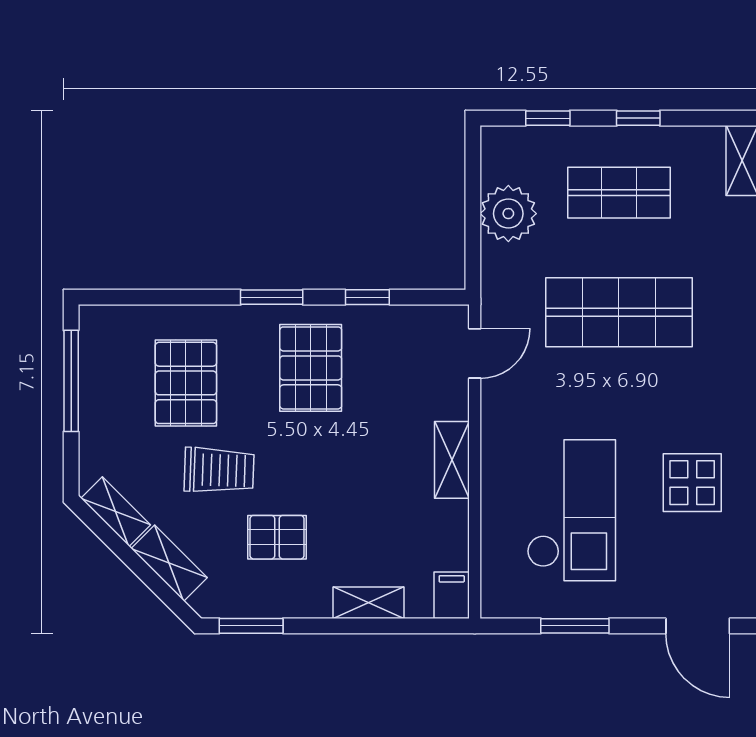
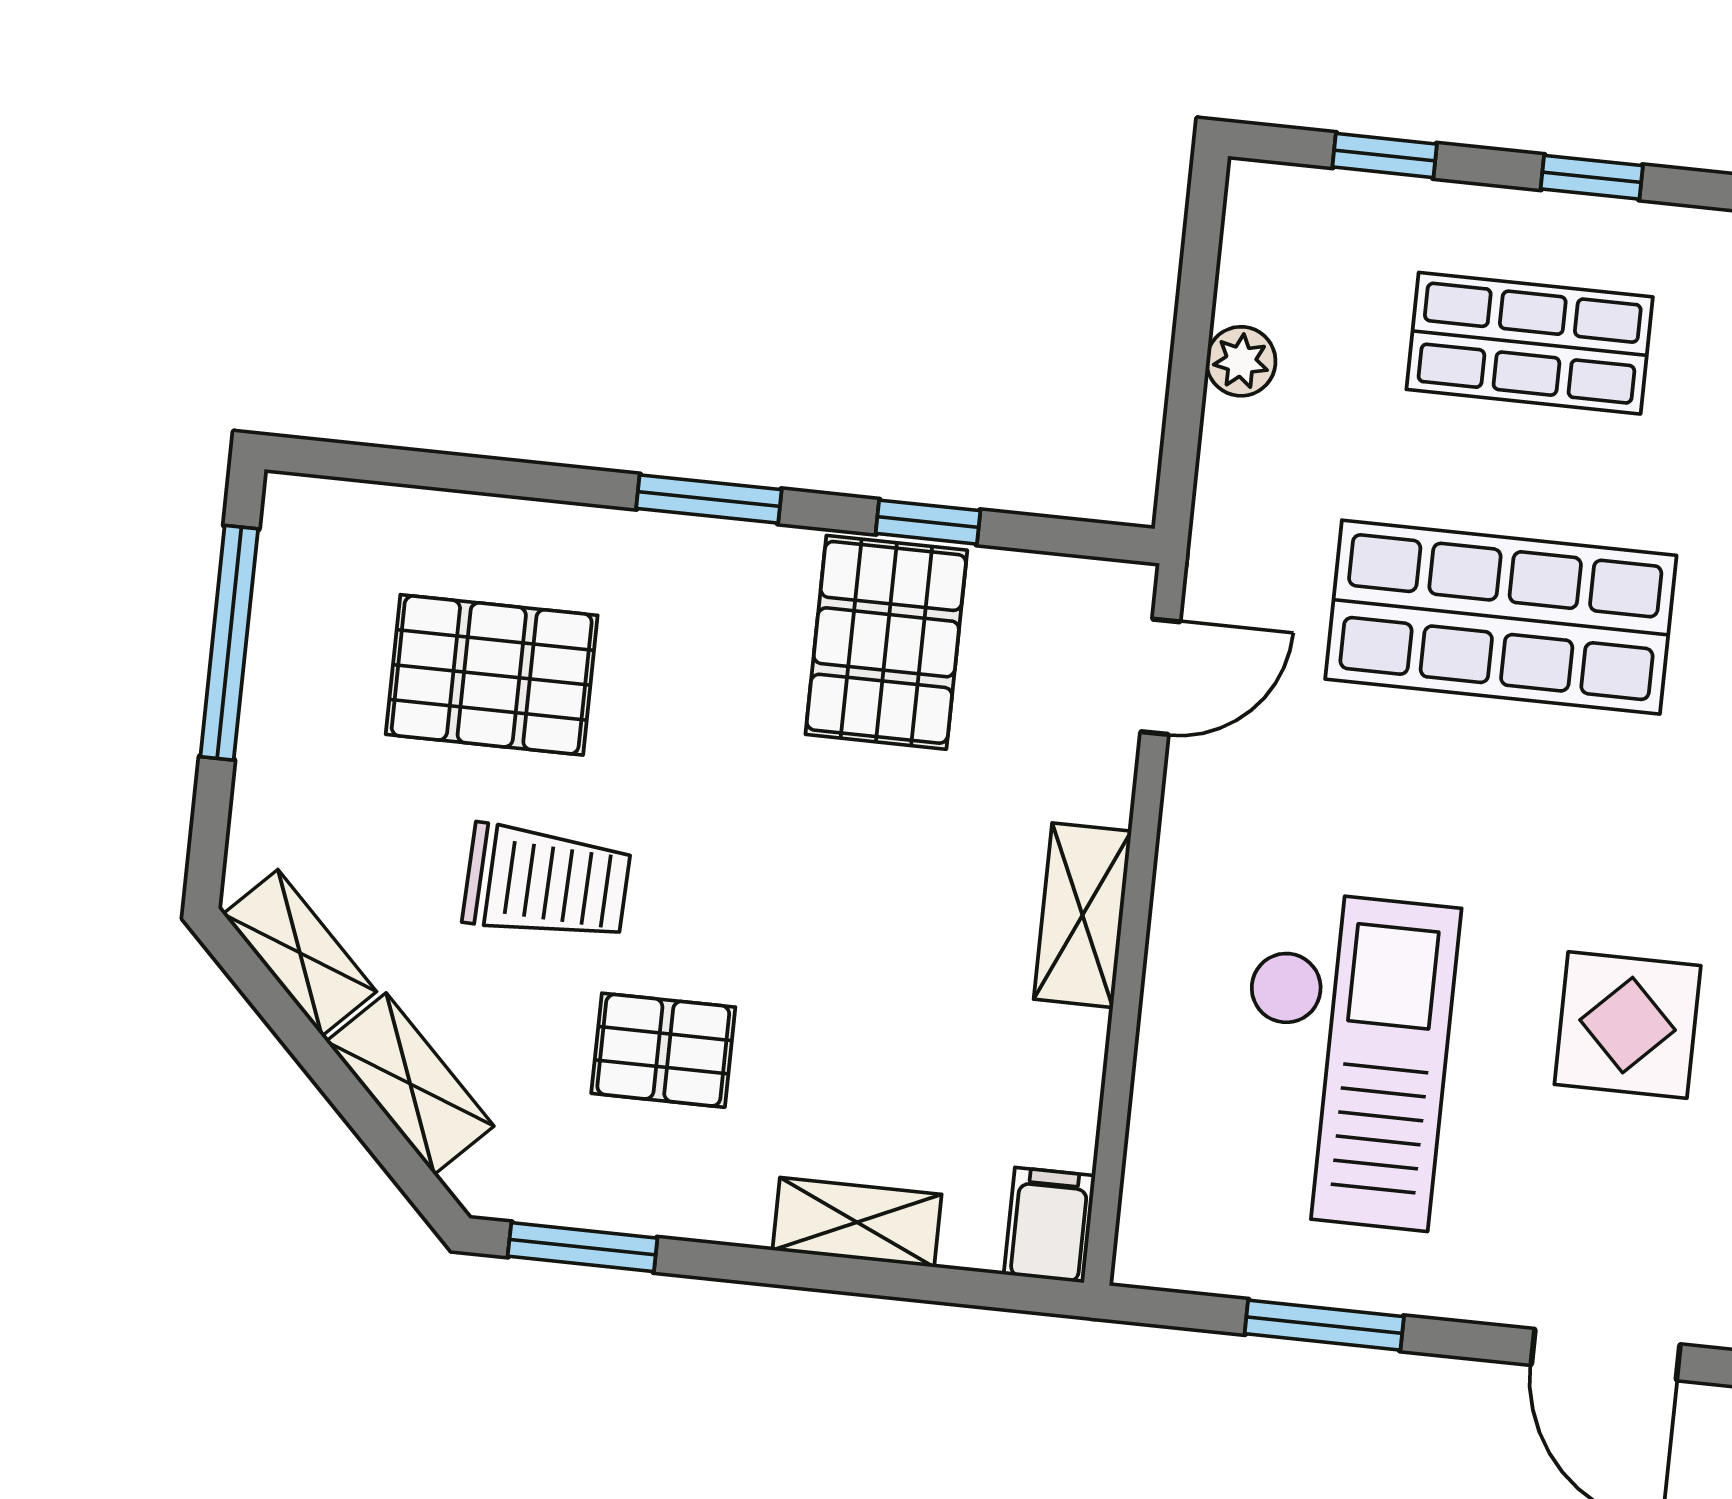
plant: (508, 214) -> (1241, 361), width x0.53, depth x0.53
pallet: (311, 368) -> (886, 642), moved
pallet: (186, 383) -> (492, 675), turned 90

